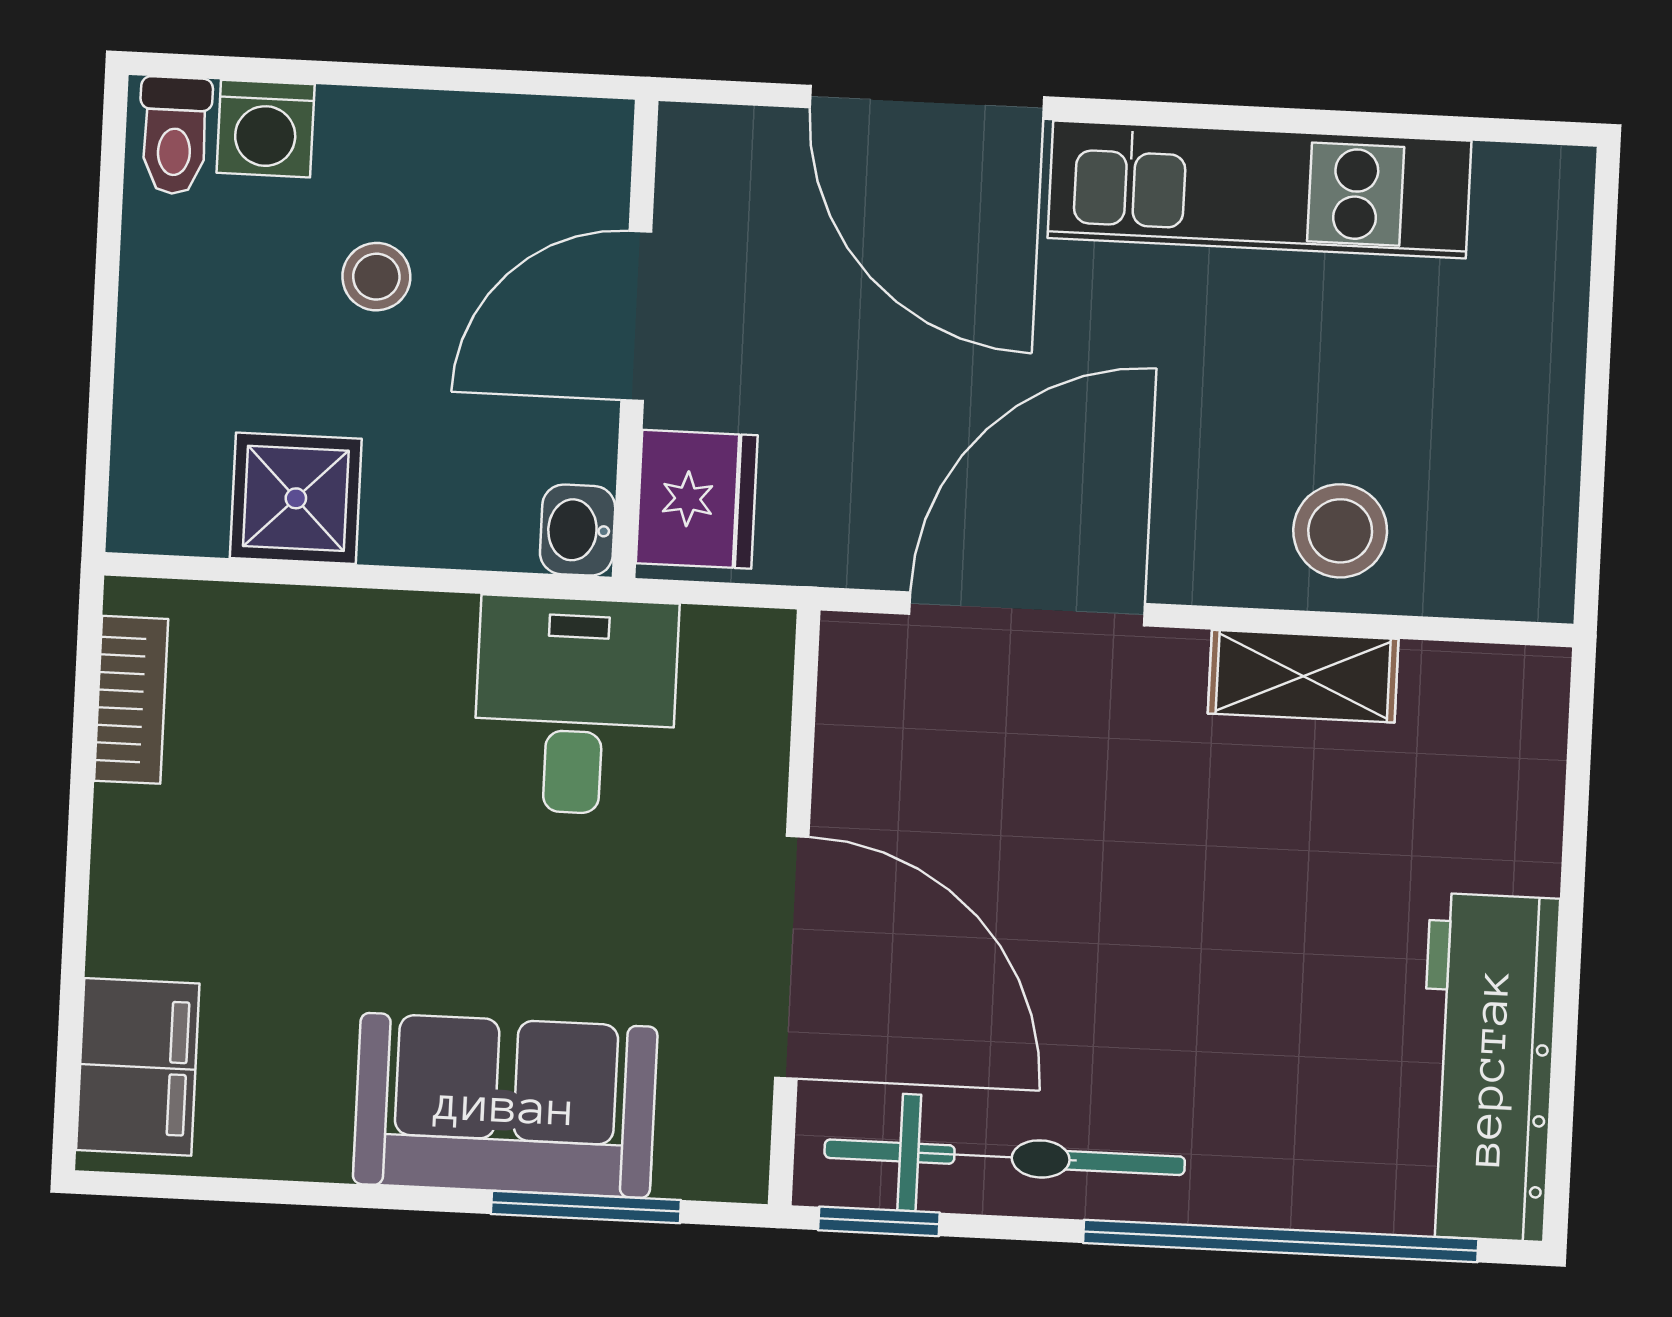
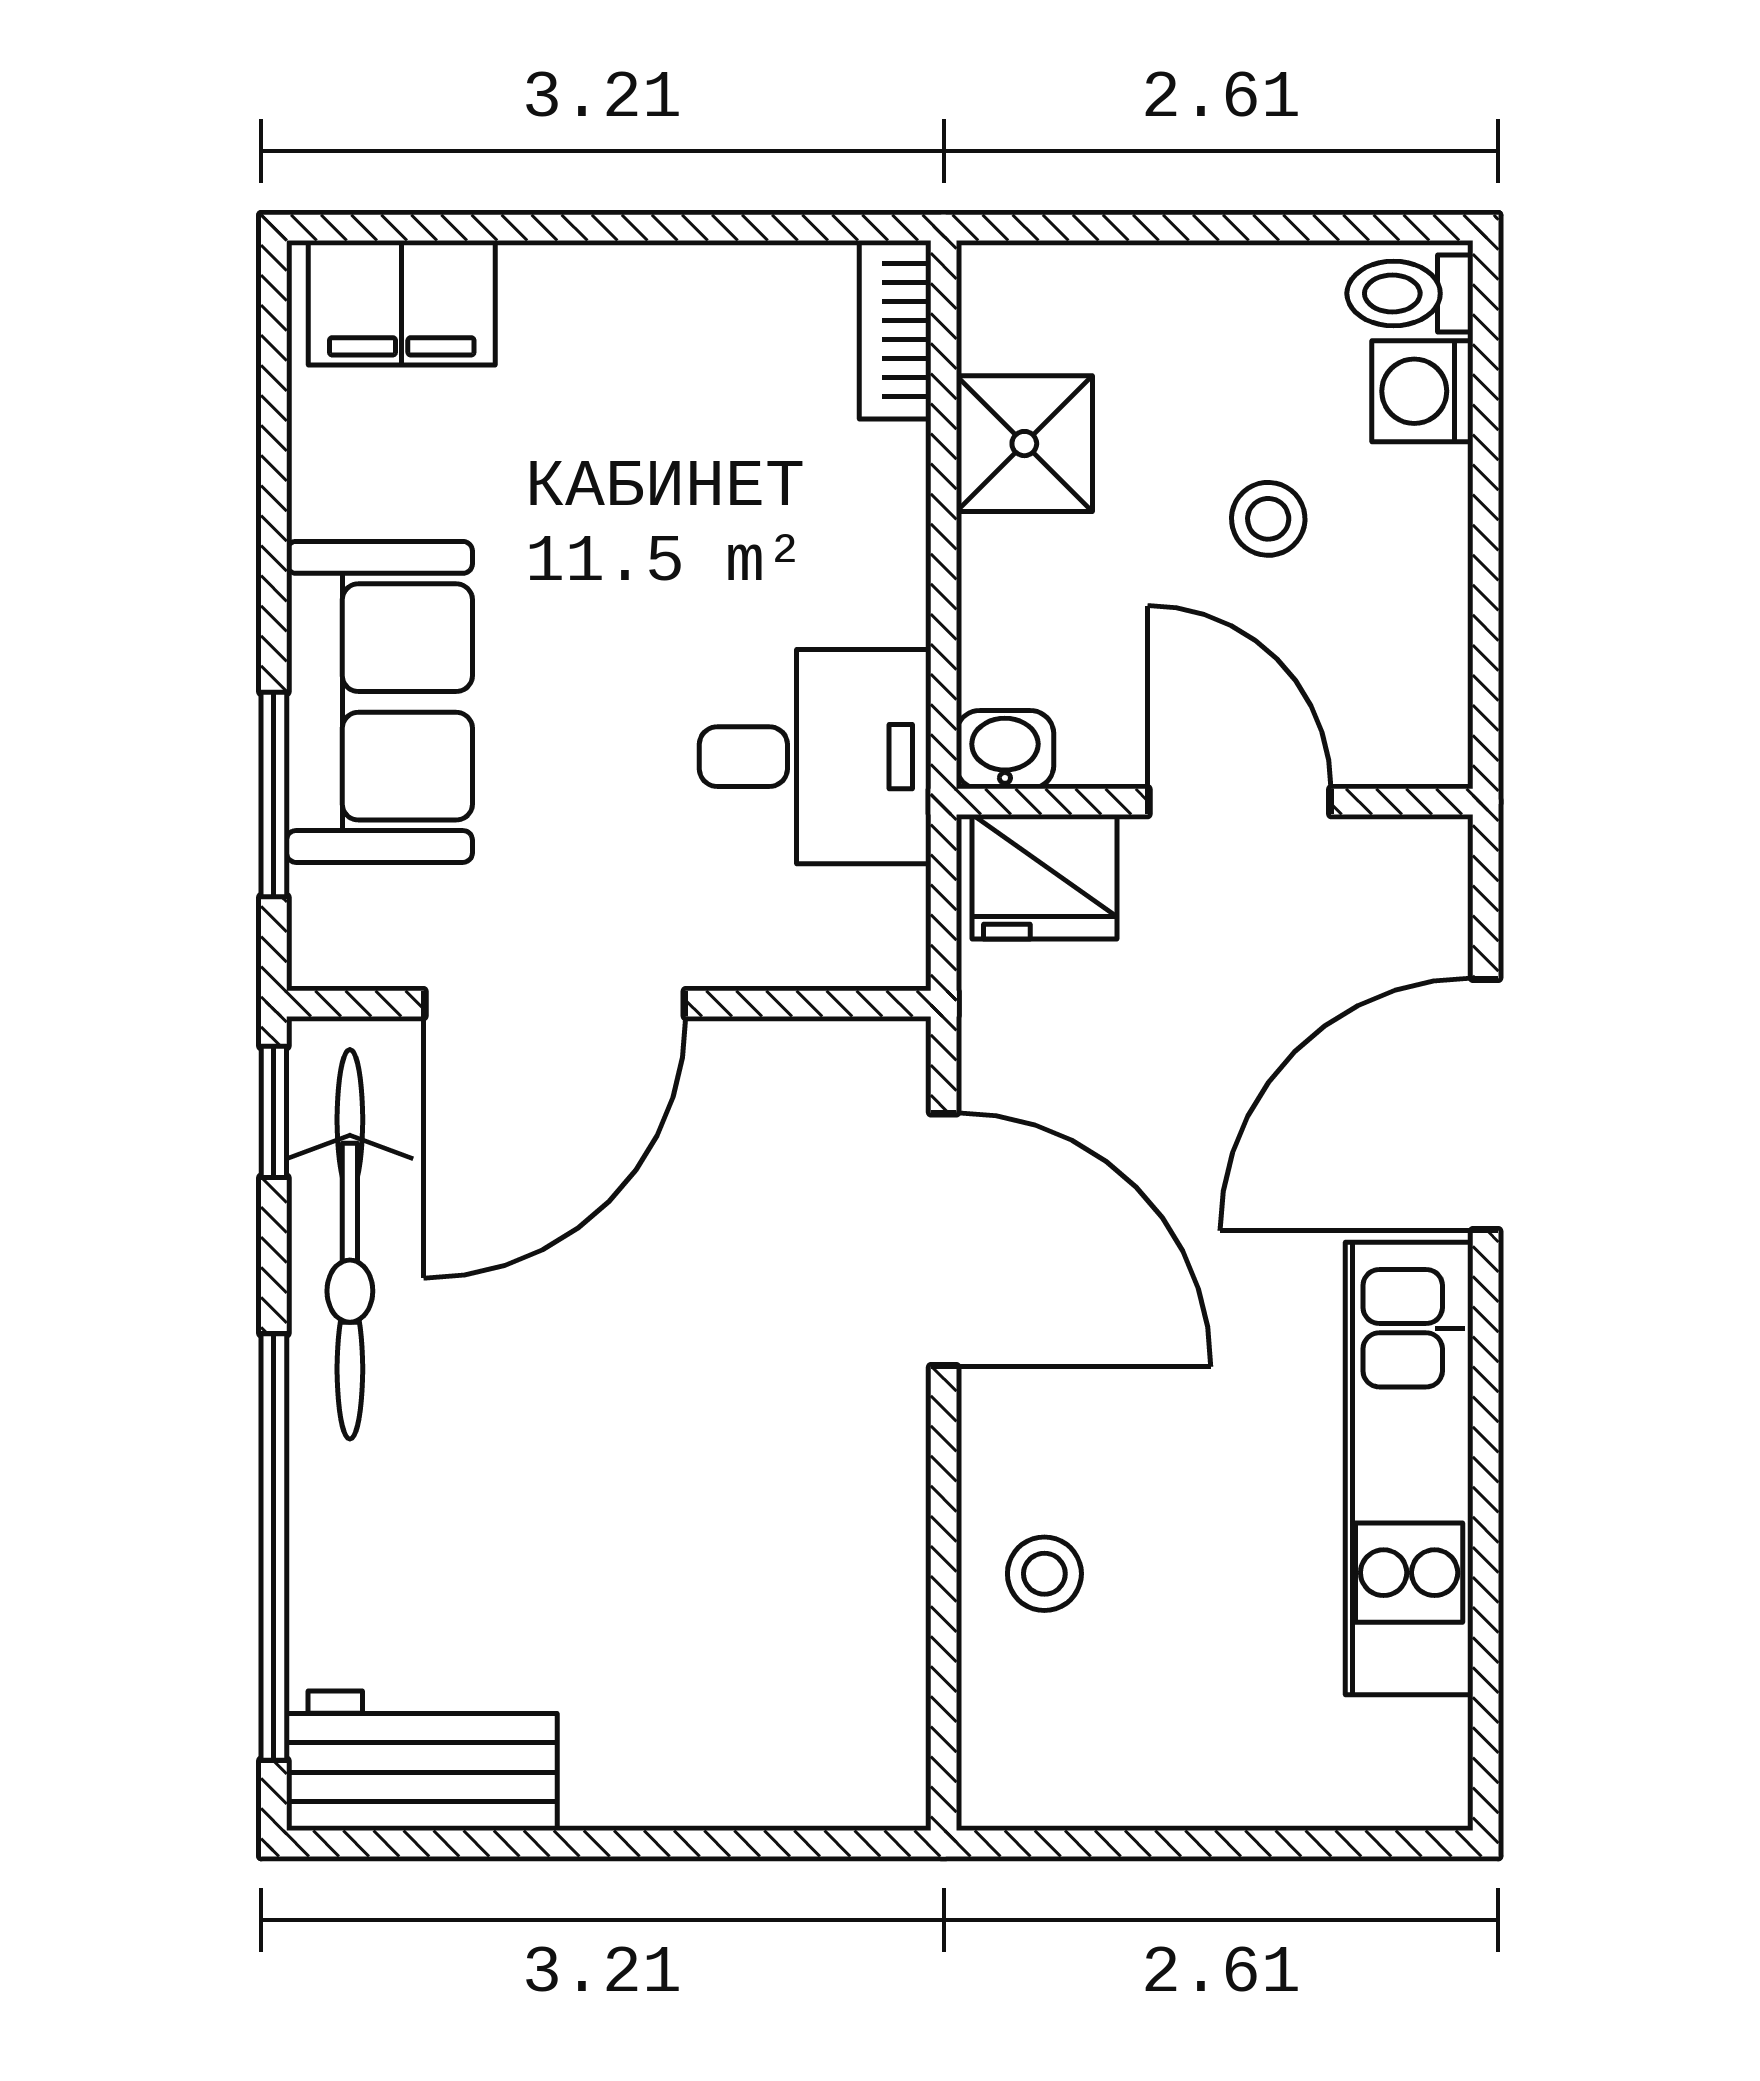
stool: (1340, 531) -> (1044, 1574), width x0.73, depth x0.73
shelving: (1303, 676) -> (885, 1541), removed
bookcase: (131, 700) -> (895, 330), moved, turned 90
workbench: (1487, 1067) -> (422, 1761), width x0.73

